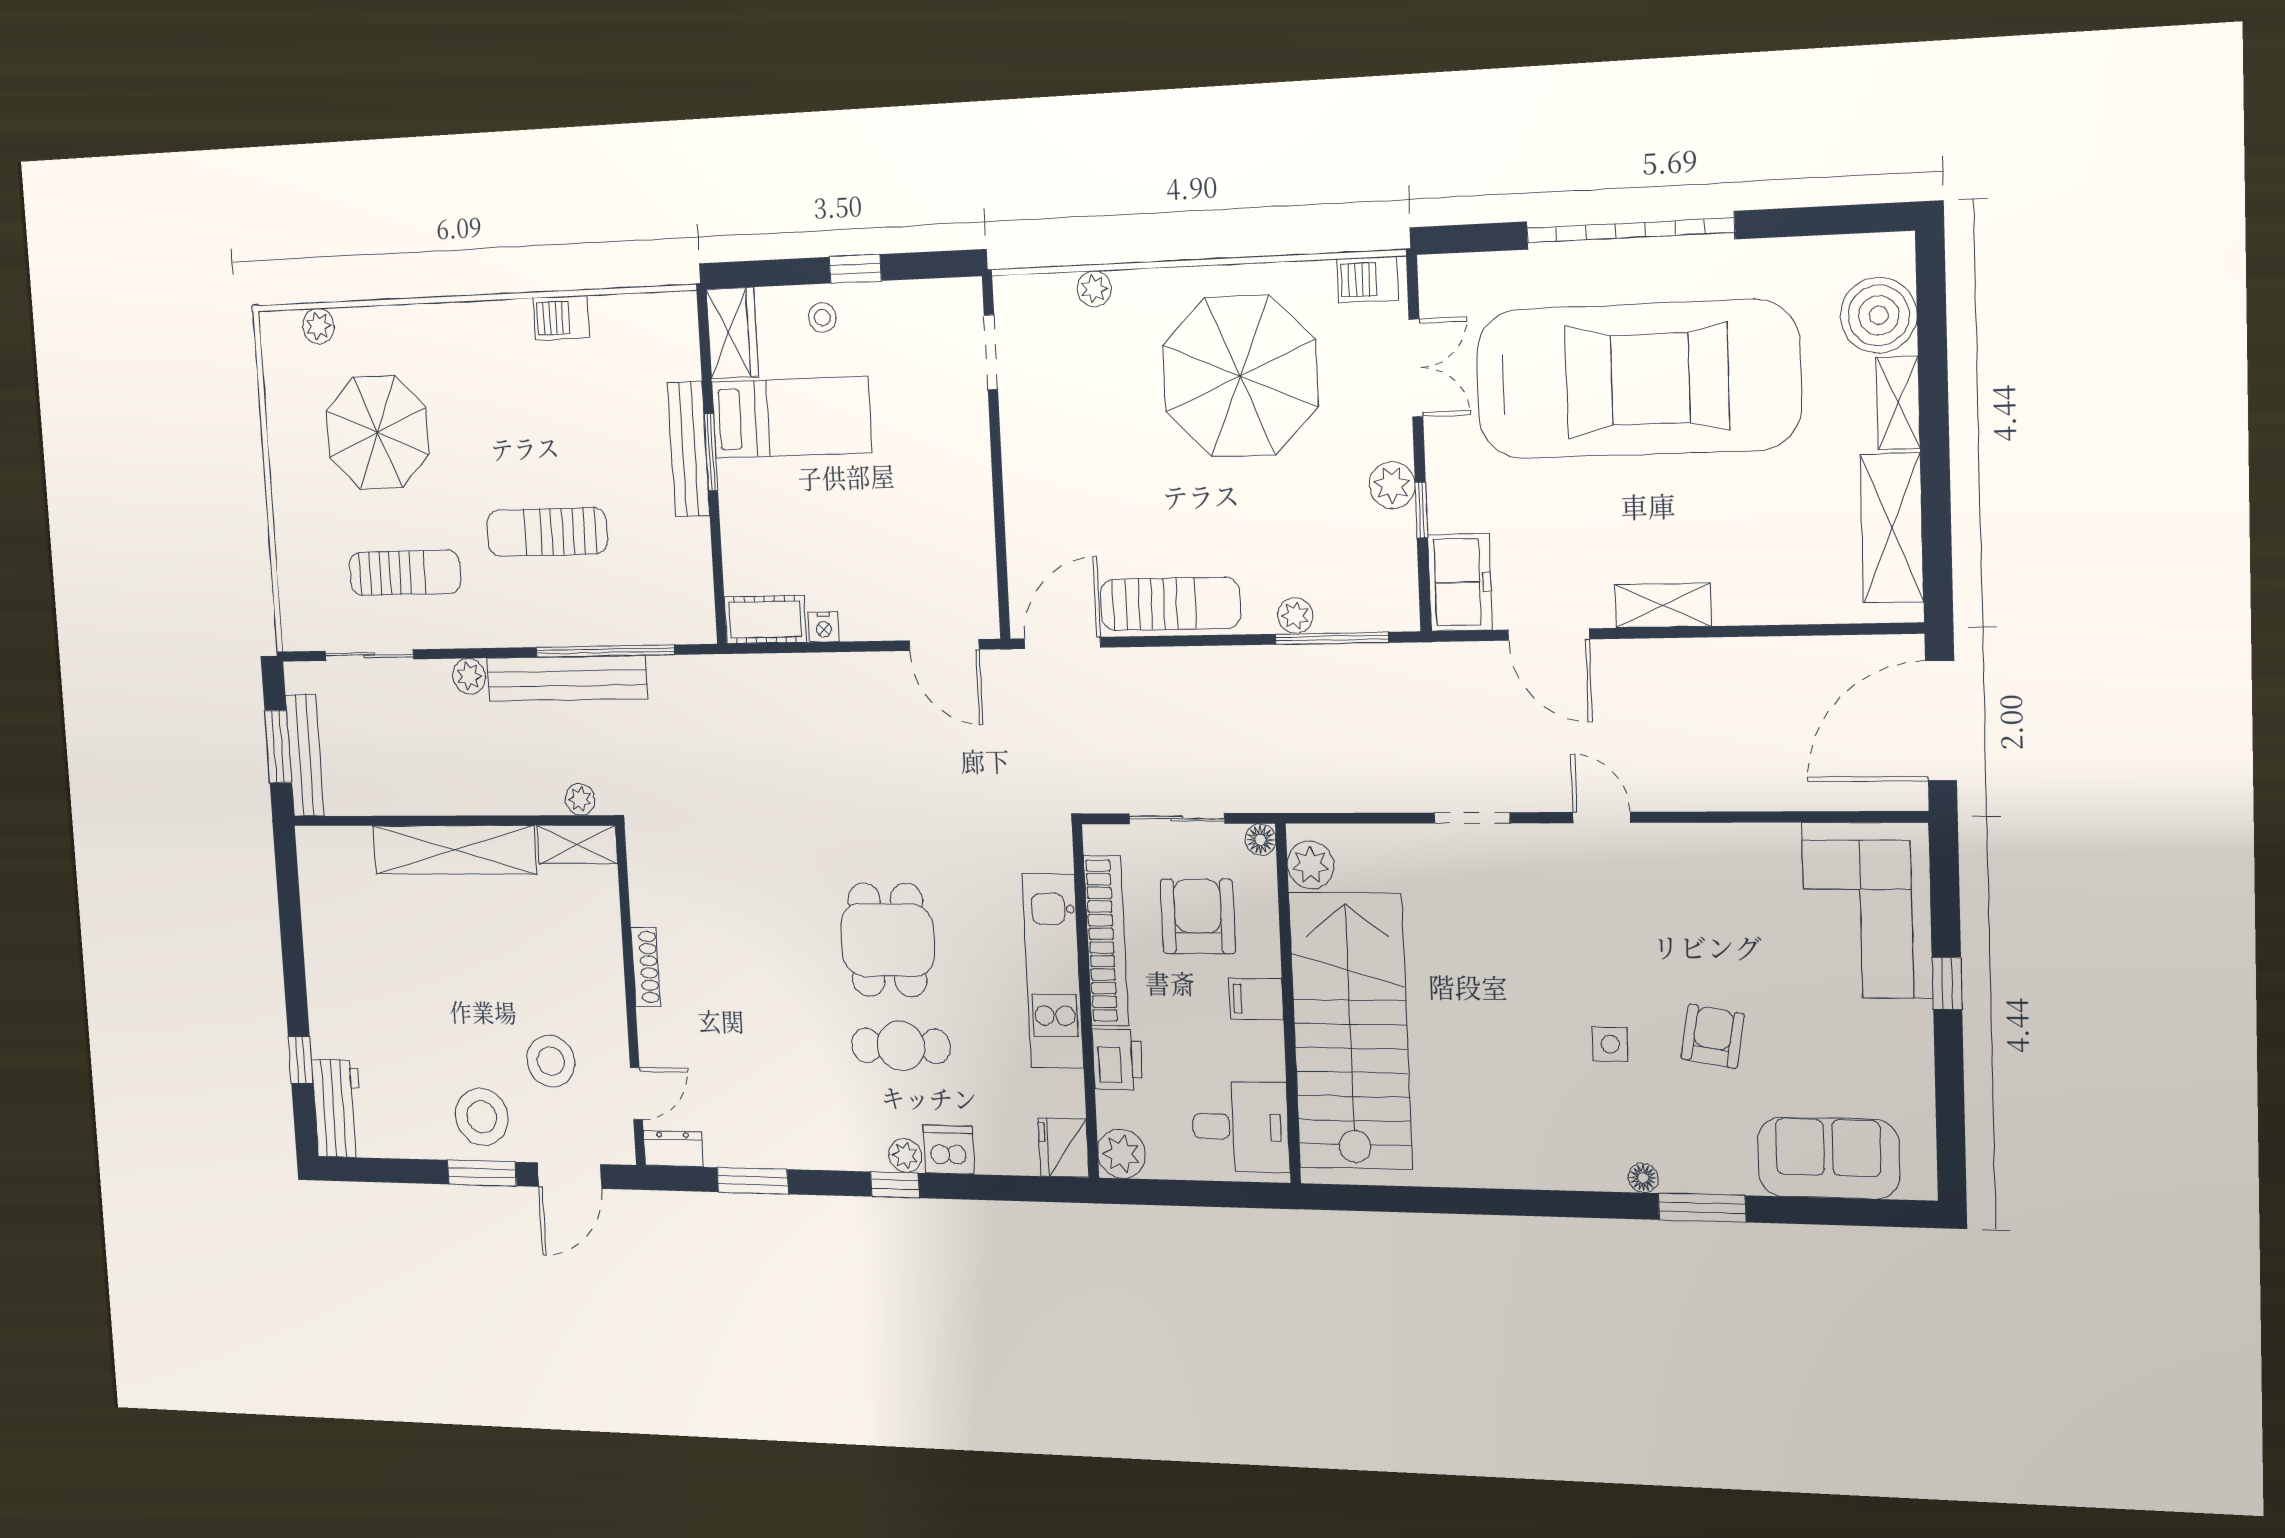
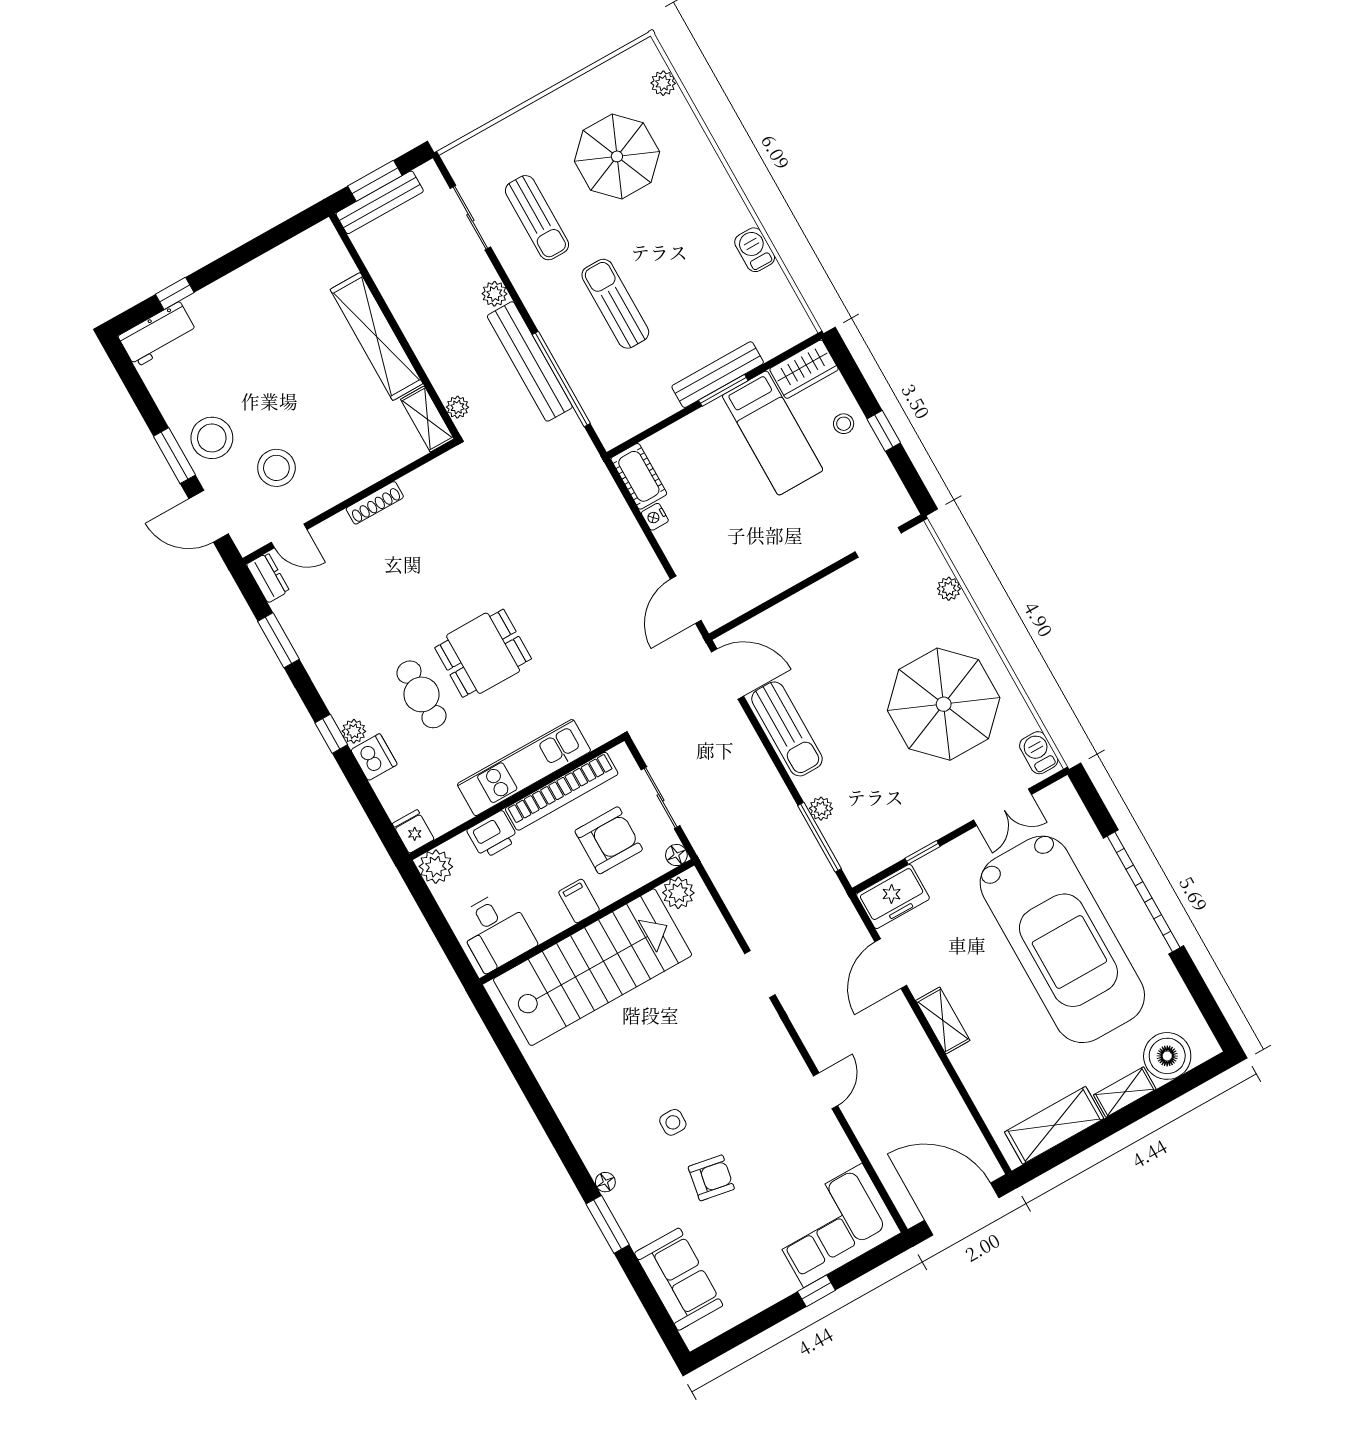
plant: (1392, 485) -> (928, 828), removed
door: (1602, 818) -> (826, 1091), moved
fridge: (1063, 1148) -> (413, 831), width x0.72

